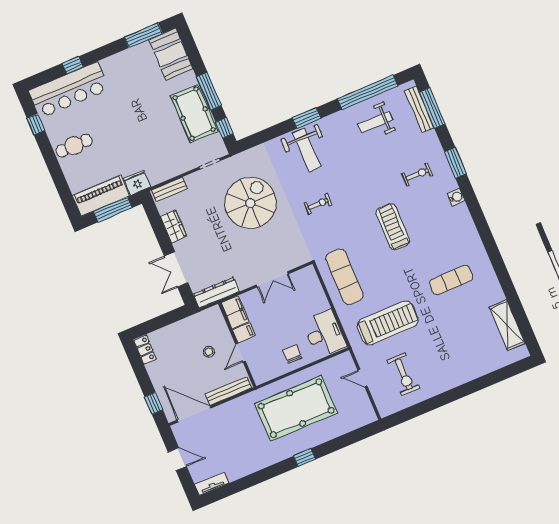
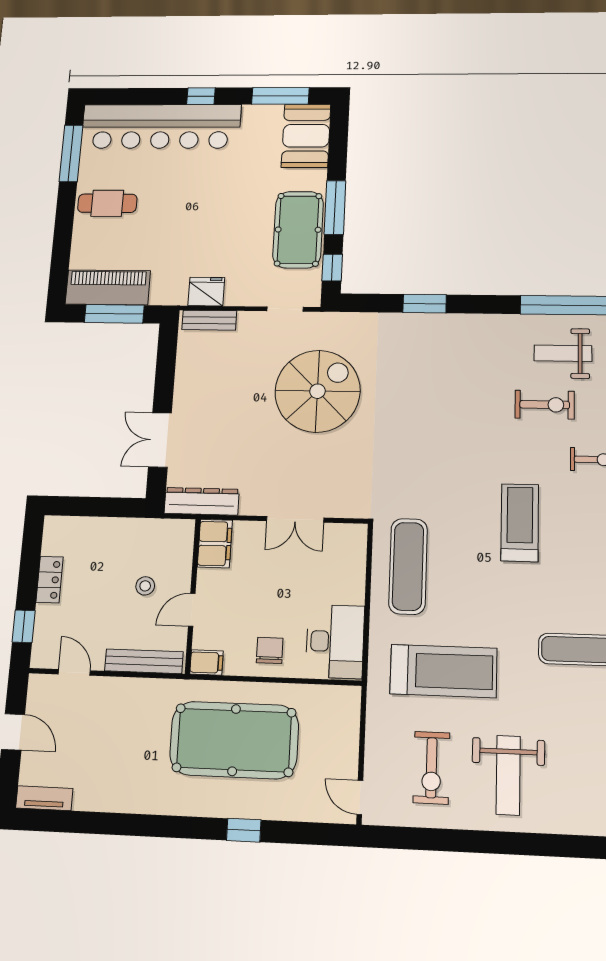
window: (73, 65) -> (201, 96), moved
bar counter: (69, 90) -> (161, 126), width x1.36
window: (306, 118) -> (425, 304), moved
window: (36, 124) -> (71, 153), width x2.17
weight bench: (307, 150) -> (508, 775), moved
fridge: (137, 183) -> (206, 292), moved
exercise bike: (318, 204) -> (545, 405), moved, width x1.38, depth x1.39
wardrobe: (174, 226) -> (188, 375), removed
filing cabinet: (244, 333) -> (207, 662), moved
locker: (145, 350) -> (50, 580), moved
door: (362, 378) -> (360, 797), moved
door: (194, 414) -> (74, 672), width x0.53
window: (305, 458) -> (244, 830), moved

